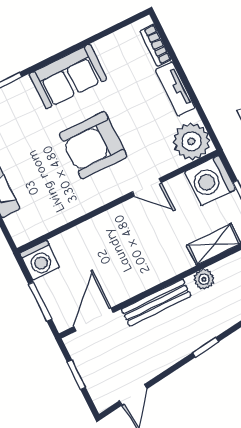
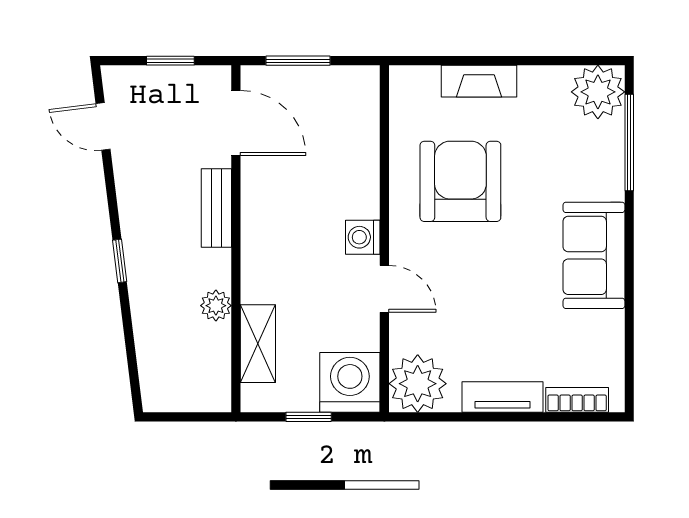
armchair: (93, 145) -> (460, 181), moved
door: (147, 187) -> (384, 289), swing flipped
washing machine: (40, 260) -> (363, 237), moved, width x0.73, depth x0.73
bench: (156, 303) -> (216, 208), width x0.73

